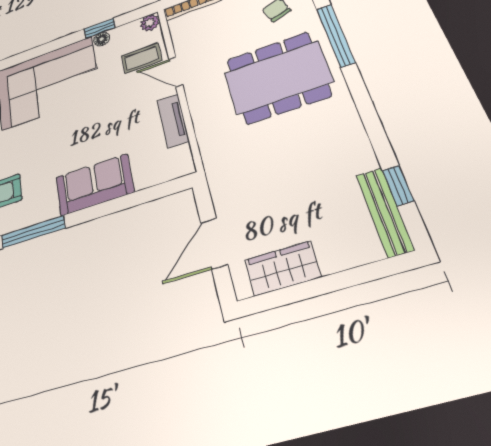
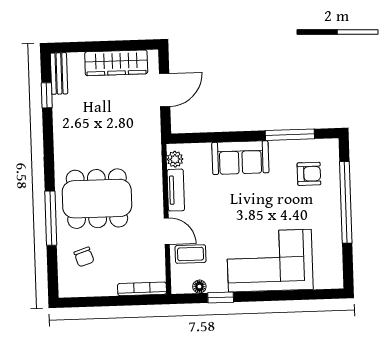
plant: (150, 23) -> (175, 159), moved
floor lamp: (102, 39) -> (199, 287), moved
bench: (385, 212) -> (59, 73), width x0.73
wardrobe: (283, 268) -> (116, 63), width x1.50

